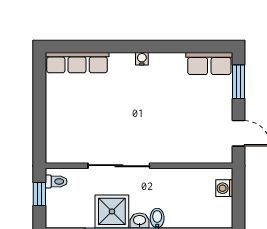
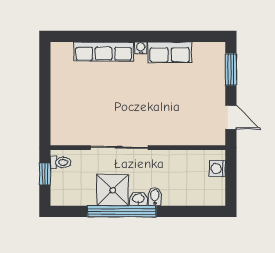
row of seats: (77, 63) -> (104, 51), moved
row of seats: (209, 64) -> (170, 52), moved

